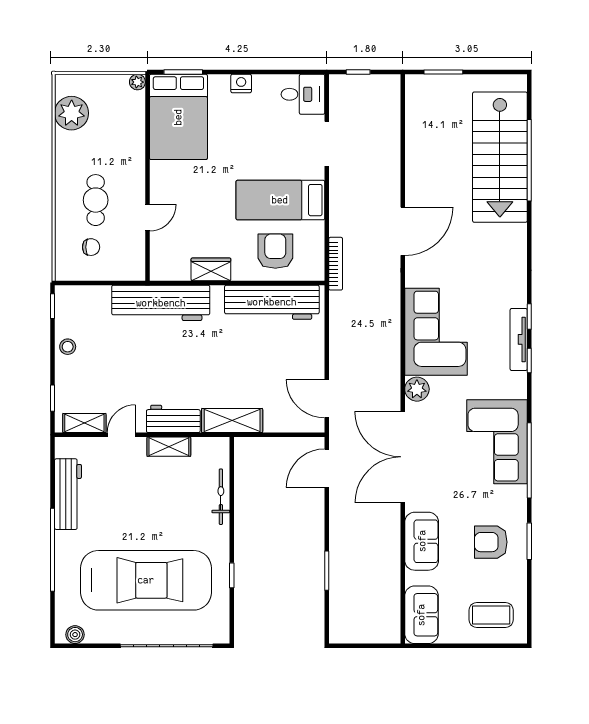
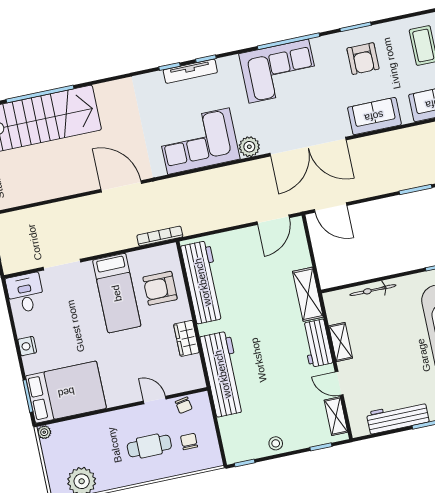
chair: (134, 250) -> (184, 405), added

